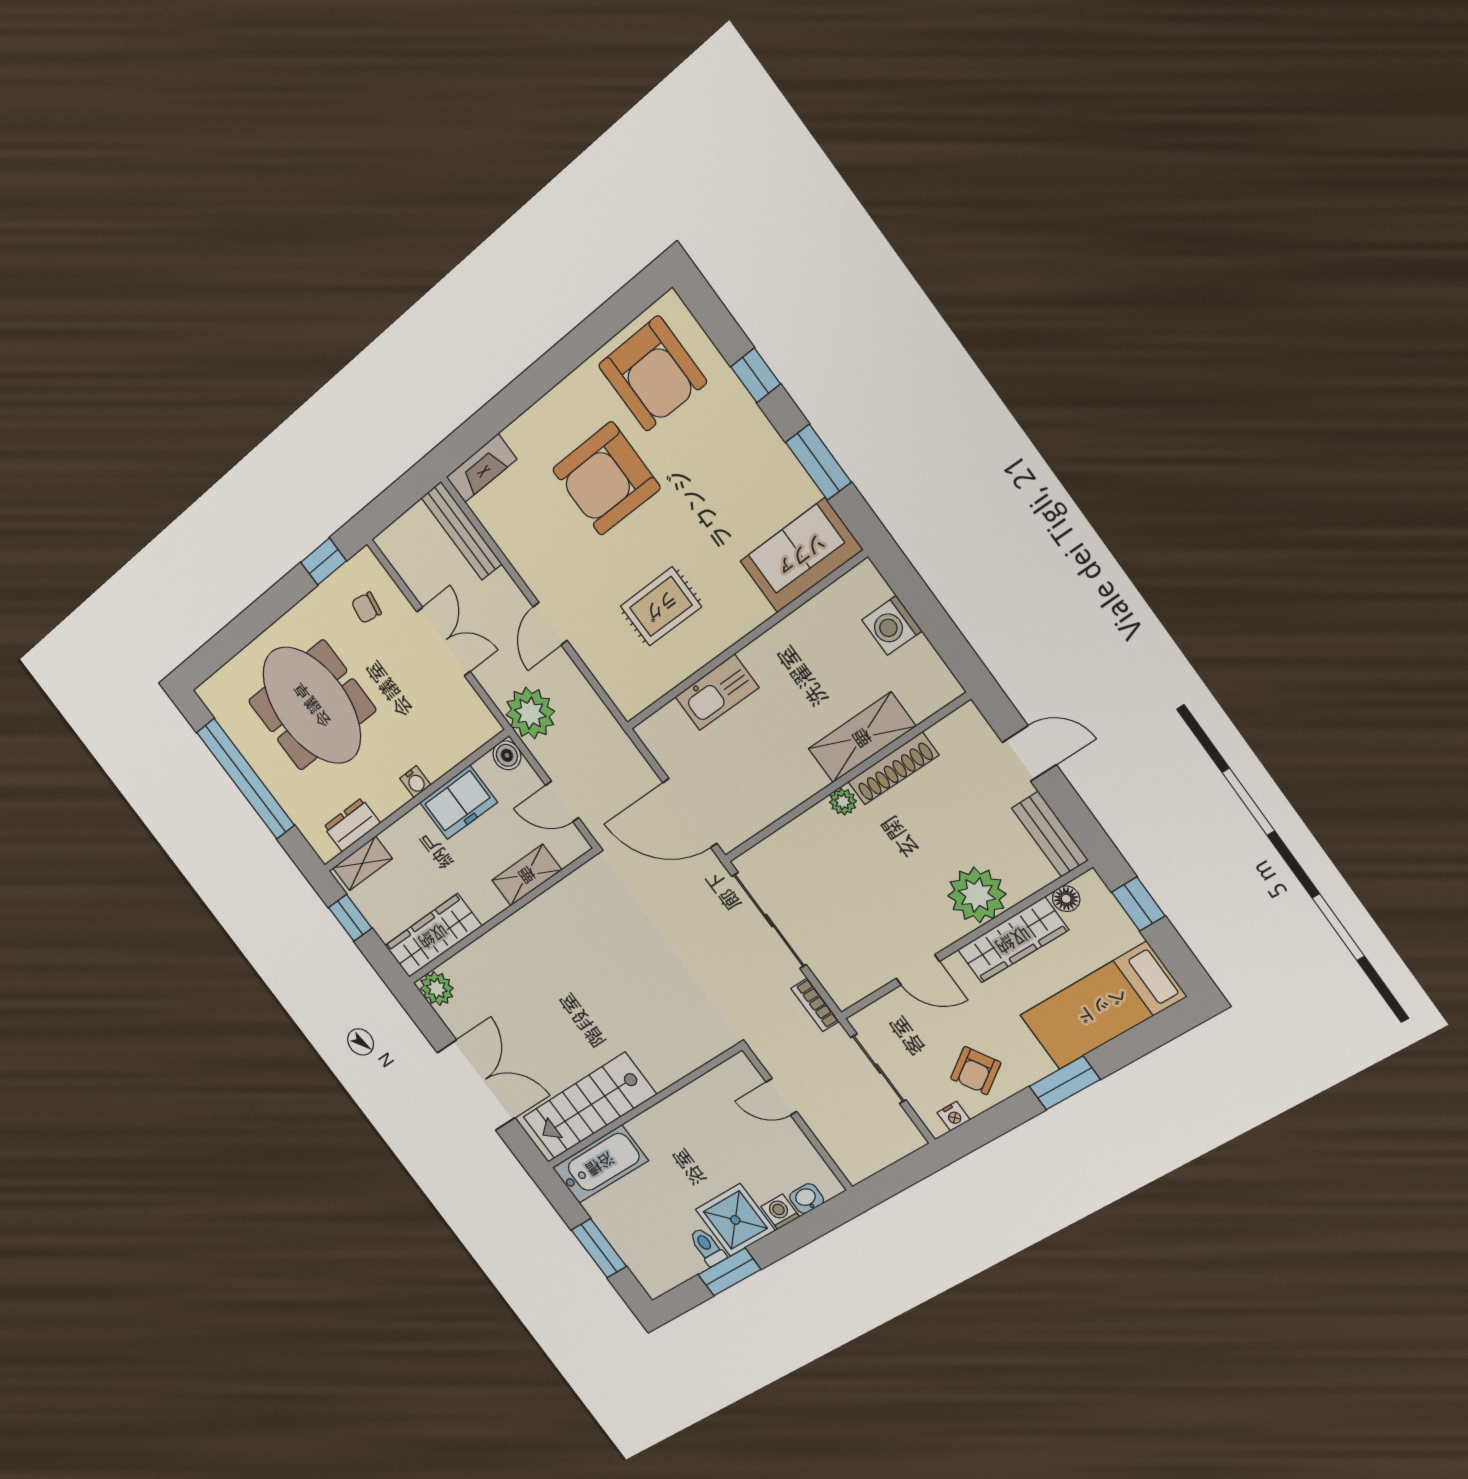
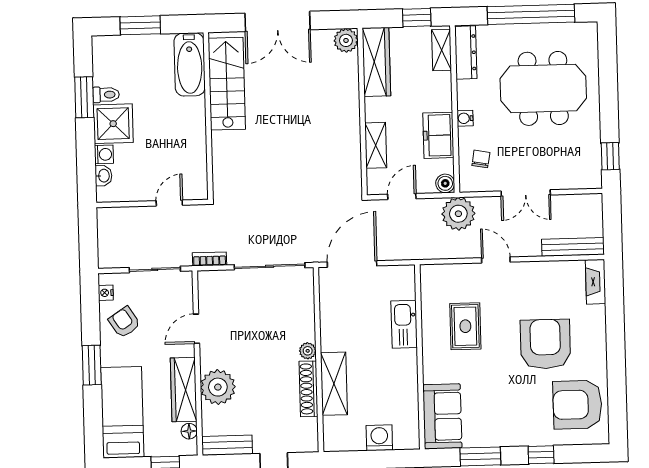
chair: (366, 608) -> (481, 159), moved
dresser: (352, 825) -> (466, 53), width x1.44

